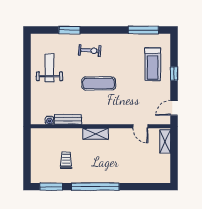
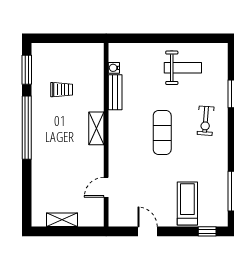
treadmill: (153, 64) -> (187, 203), turned 90
window: (174, 74) -> (207, 231), moved
door: (174, 108) -> (148, 231), moved
shelving: (165, 141) -> (62, 220), moved

